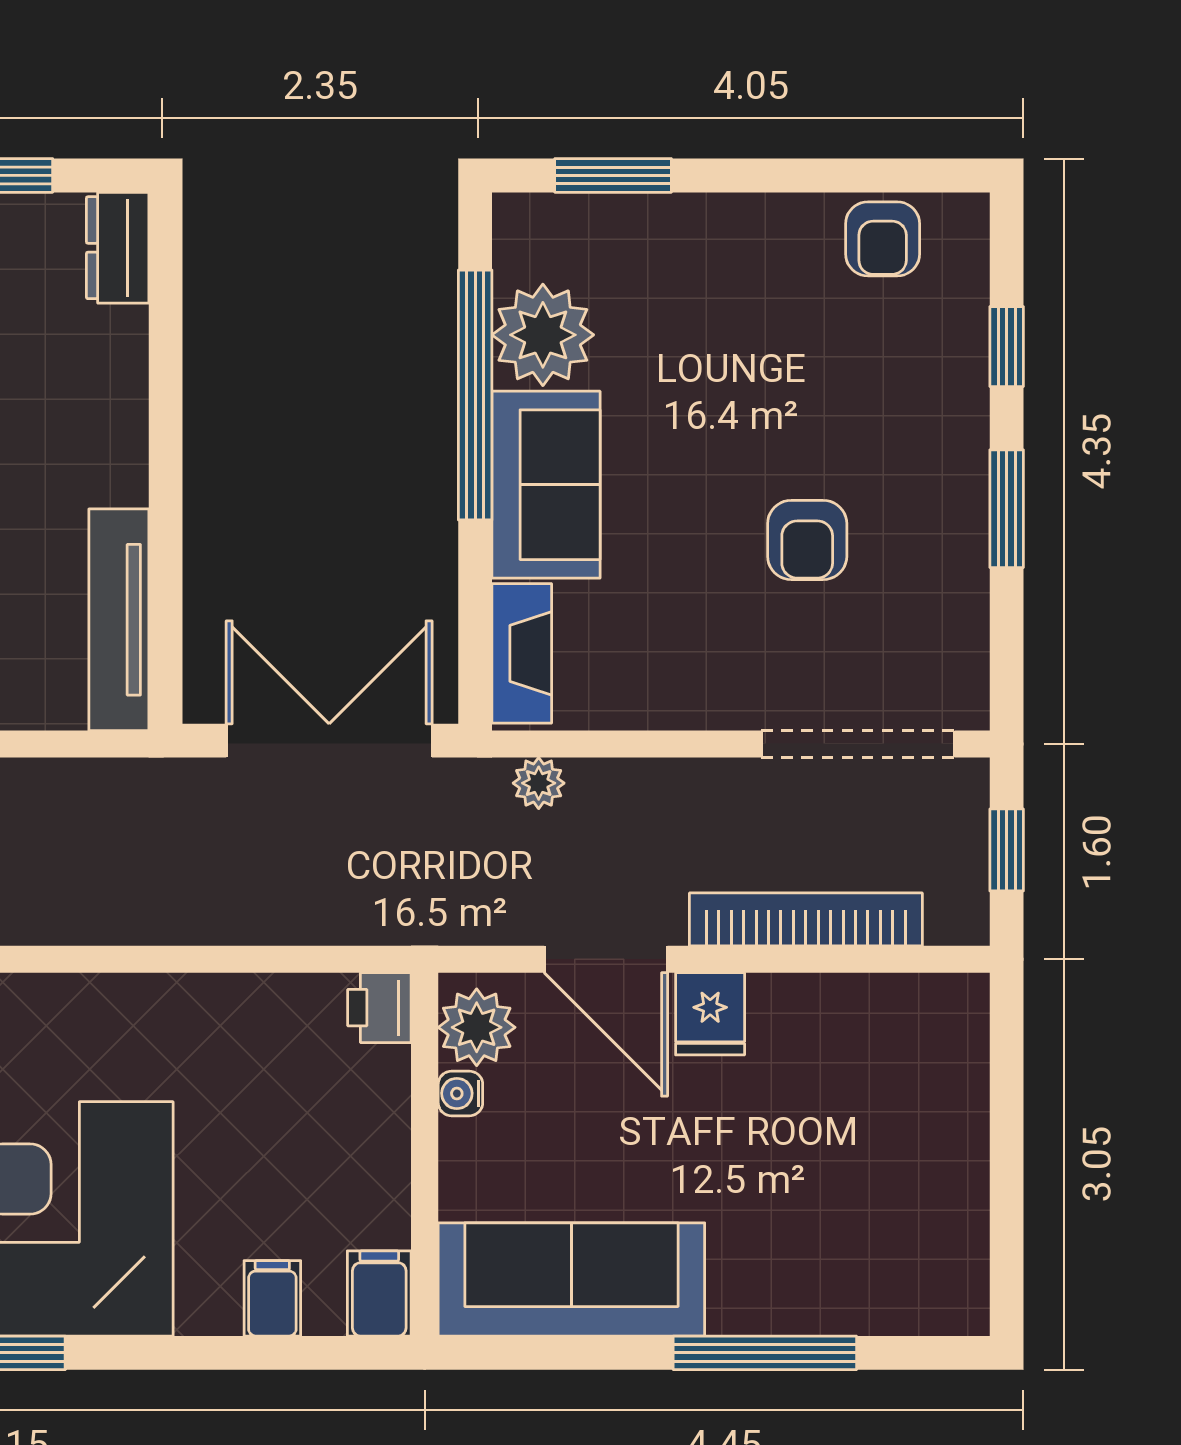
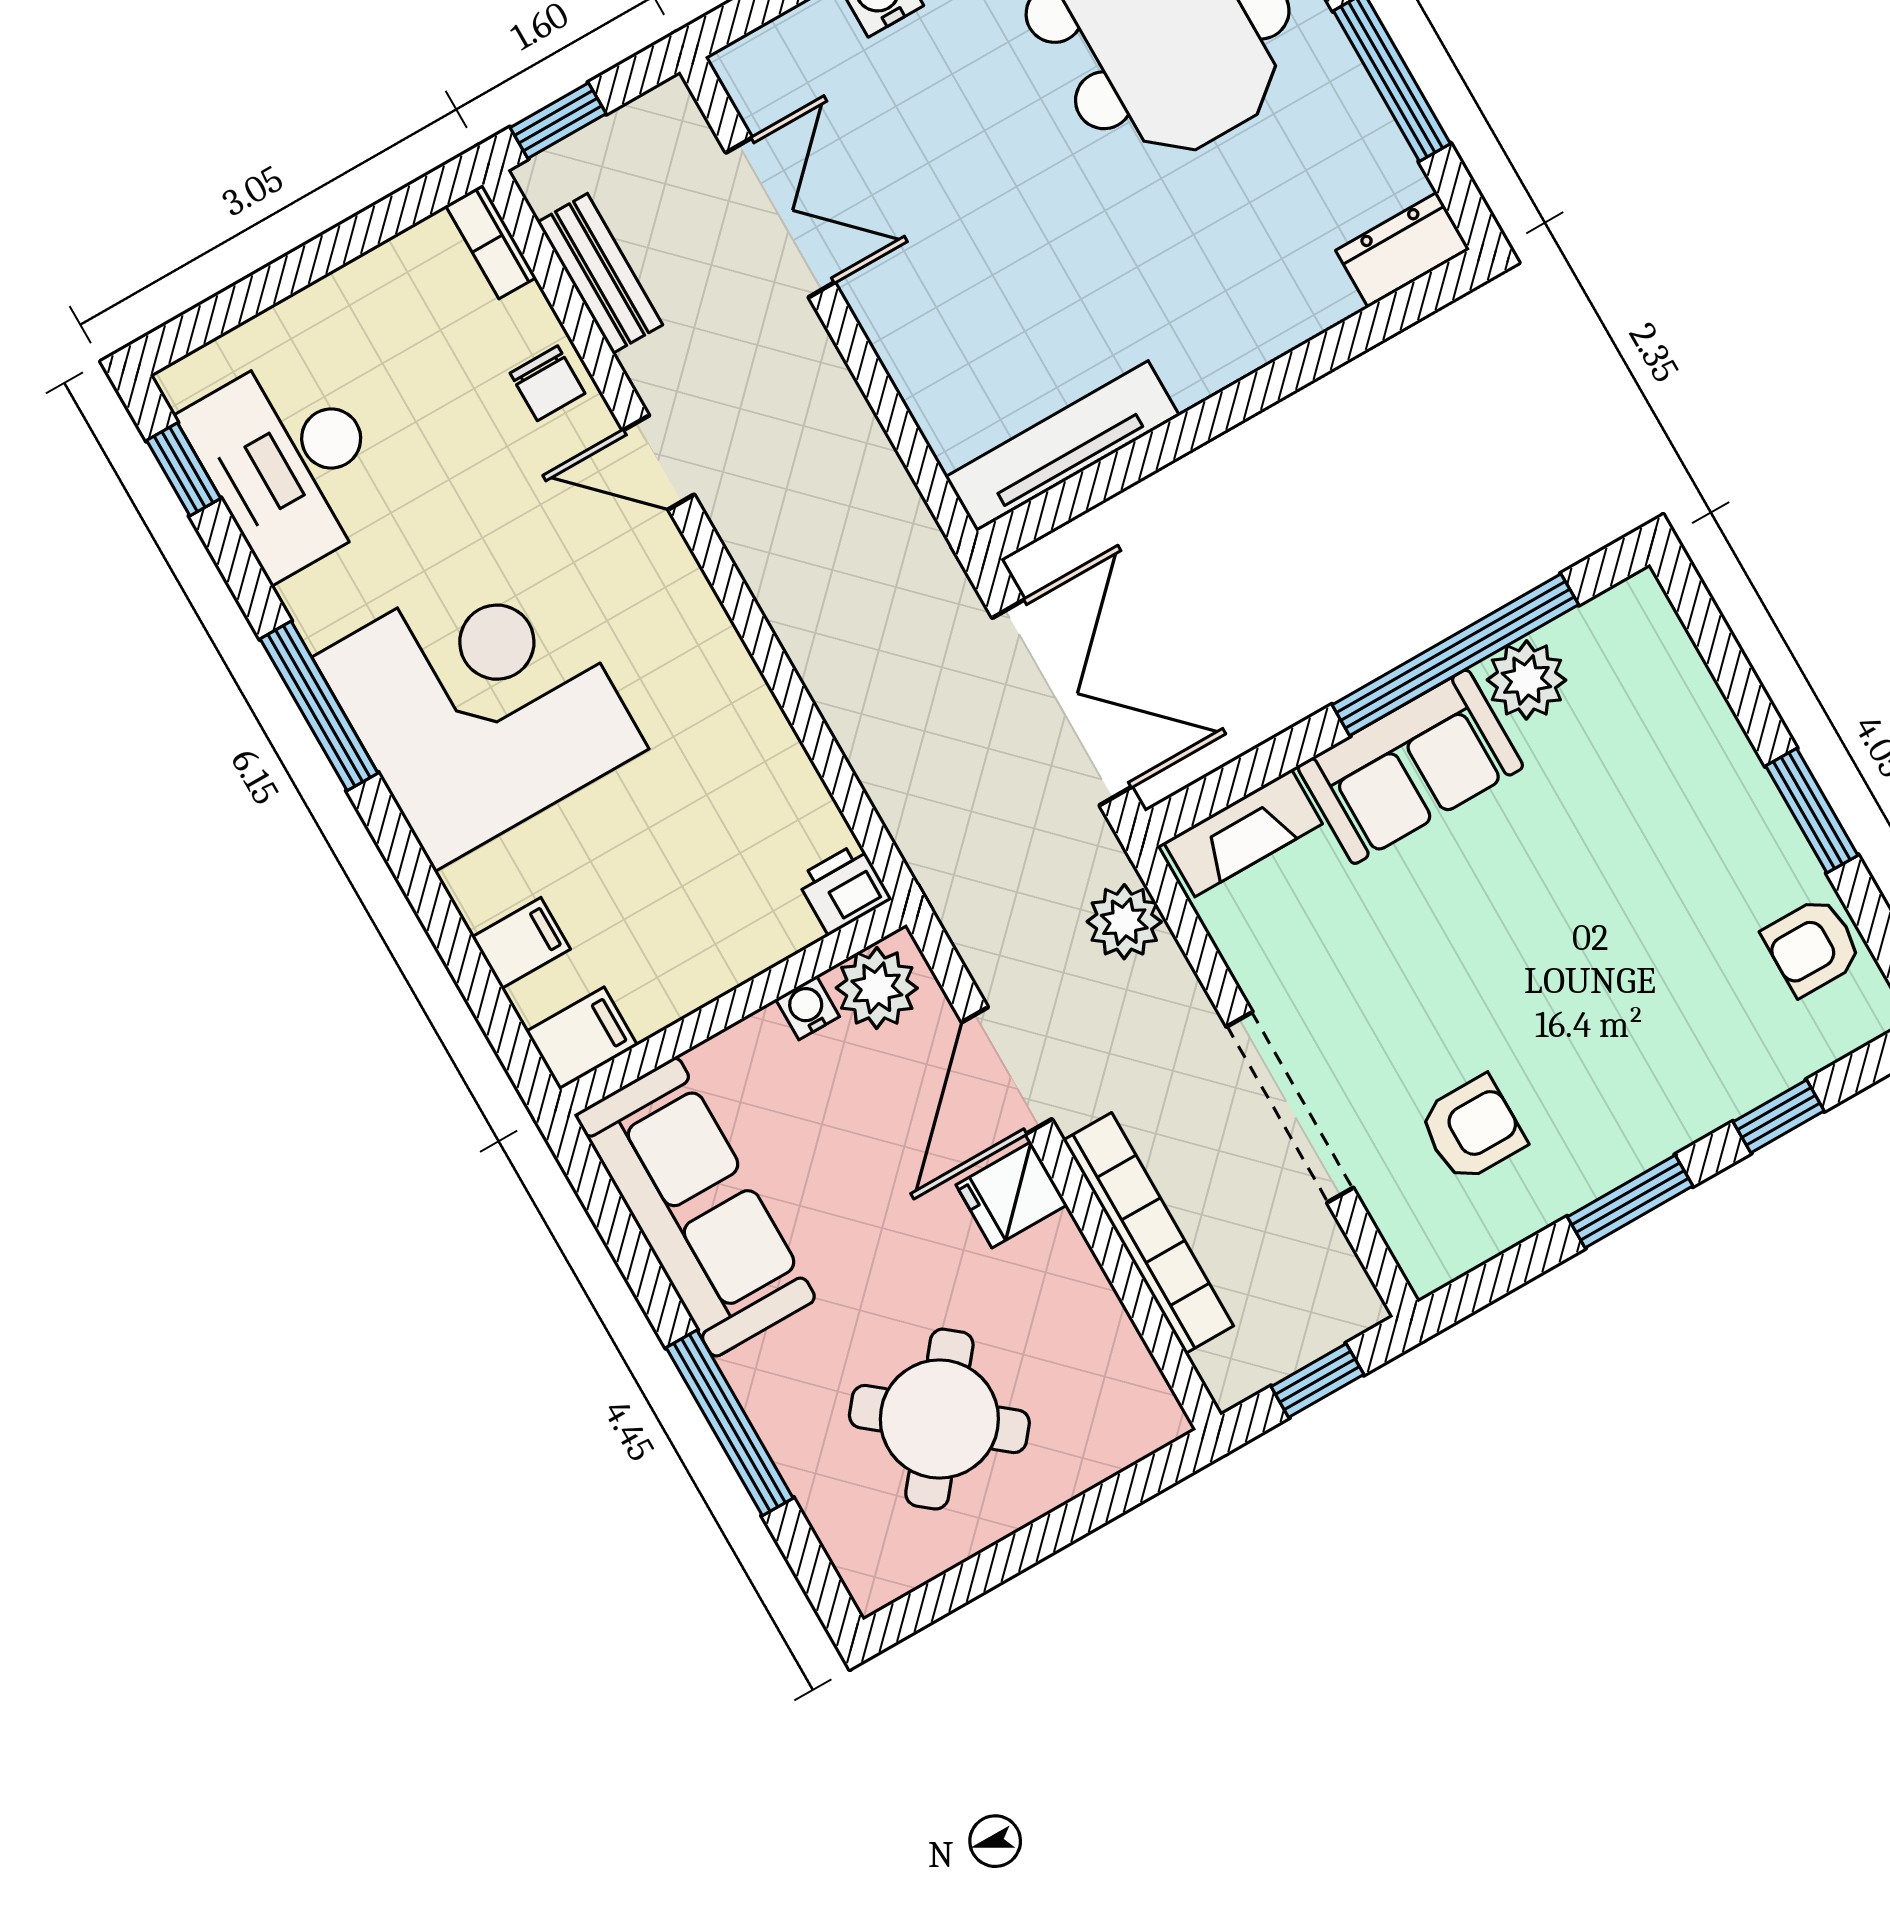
window: (613, 175) -> (1812, 811), moved
plant: (543, 335) -> (1526, 680), width x0.73, depth x0.73
armchair: (807, 540) -> (1472, 1129), moved, turned 180
doorway: (858, 744) -> (1290, 1107), moved
plant: (539, 783) -> (1124, 922), width x1.38, depth x1.38
round table: (860, 1179) -> (939, 1419), added

